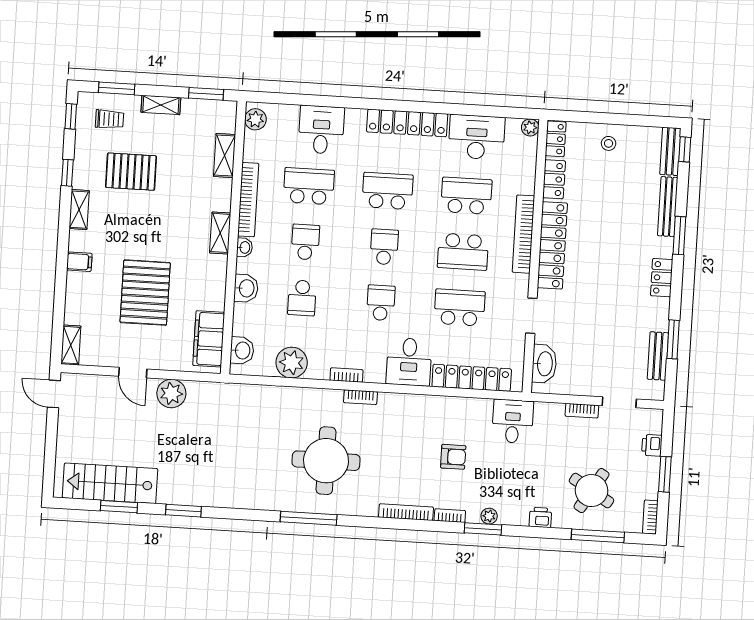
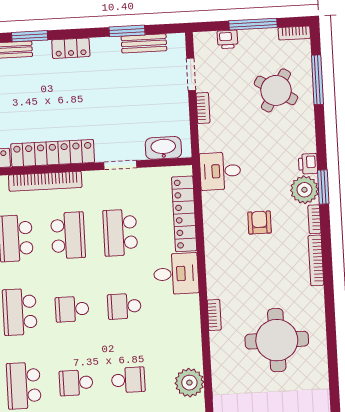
bookcase: (346, 375) -> (195, 330), removed
window: (665, 474) -> (253, 24), width x1.44
plant: (489, 516) -> (304, 190), width x1.87, depth x1.87
printer: (540, 517) -> (308, 164), moved
window: (309, 518) -> (332, 350), removed

